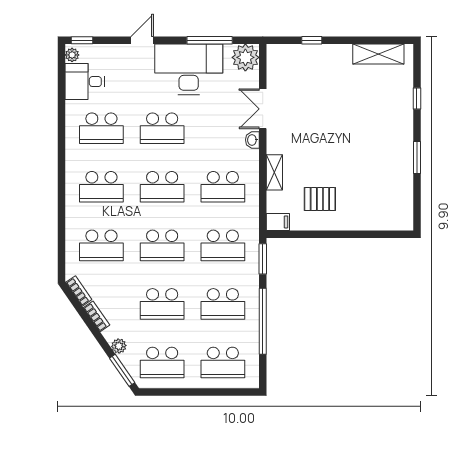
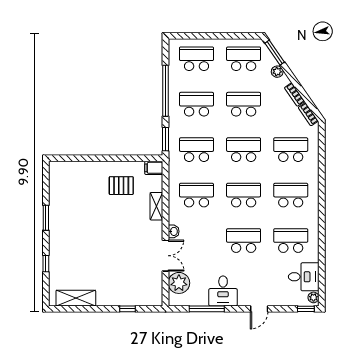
plant: (245, 57) -> (179, 283), moved
desk: (189, 69) -> (223, 291), width x0.53, depth x0.77

